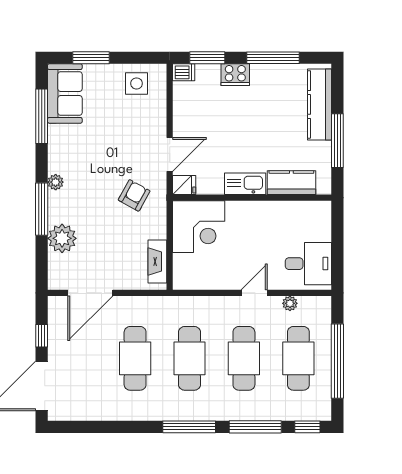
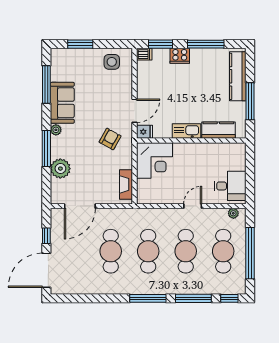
sofa: (65, 93) -> (62, 103), moved
plant: (290, 303) -> (233, 213), moved

